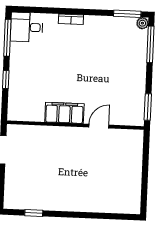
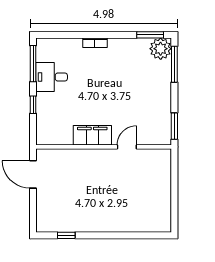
plant: (142, 23) -> (161, 49), width x1.87, depth x1.87
desk: (27, 27) -> (52, 77), moved

